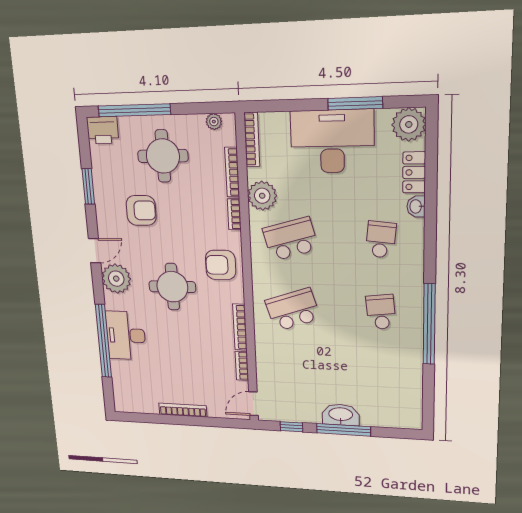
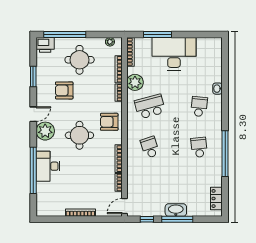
window: (355, 103) -> (158, 34), moved
plant: (409, 124) -> (214, 46), removed
locker: (414, 172) -> (216, 199), moved
armchair: (141, 210) -> (64, 90), turned 180
school desk: (293, 310) -> (150, 147), width x0.54

